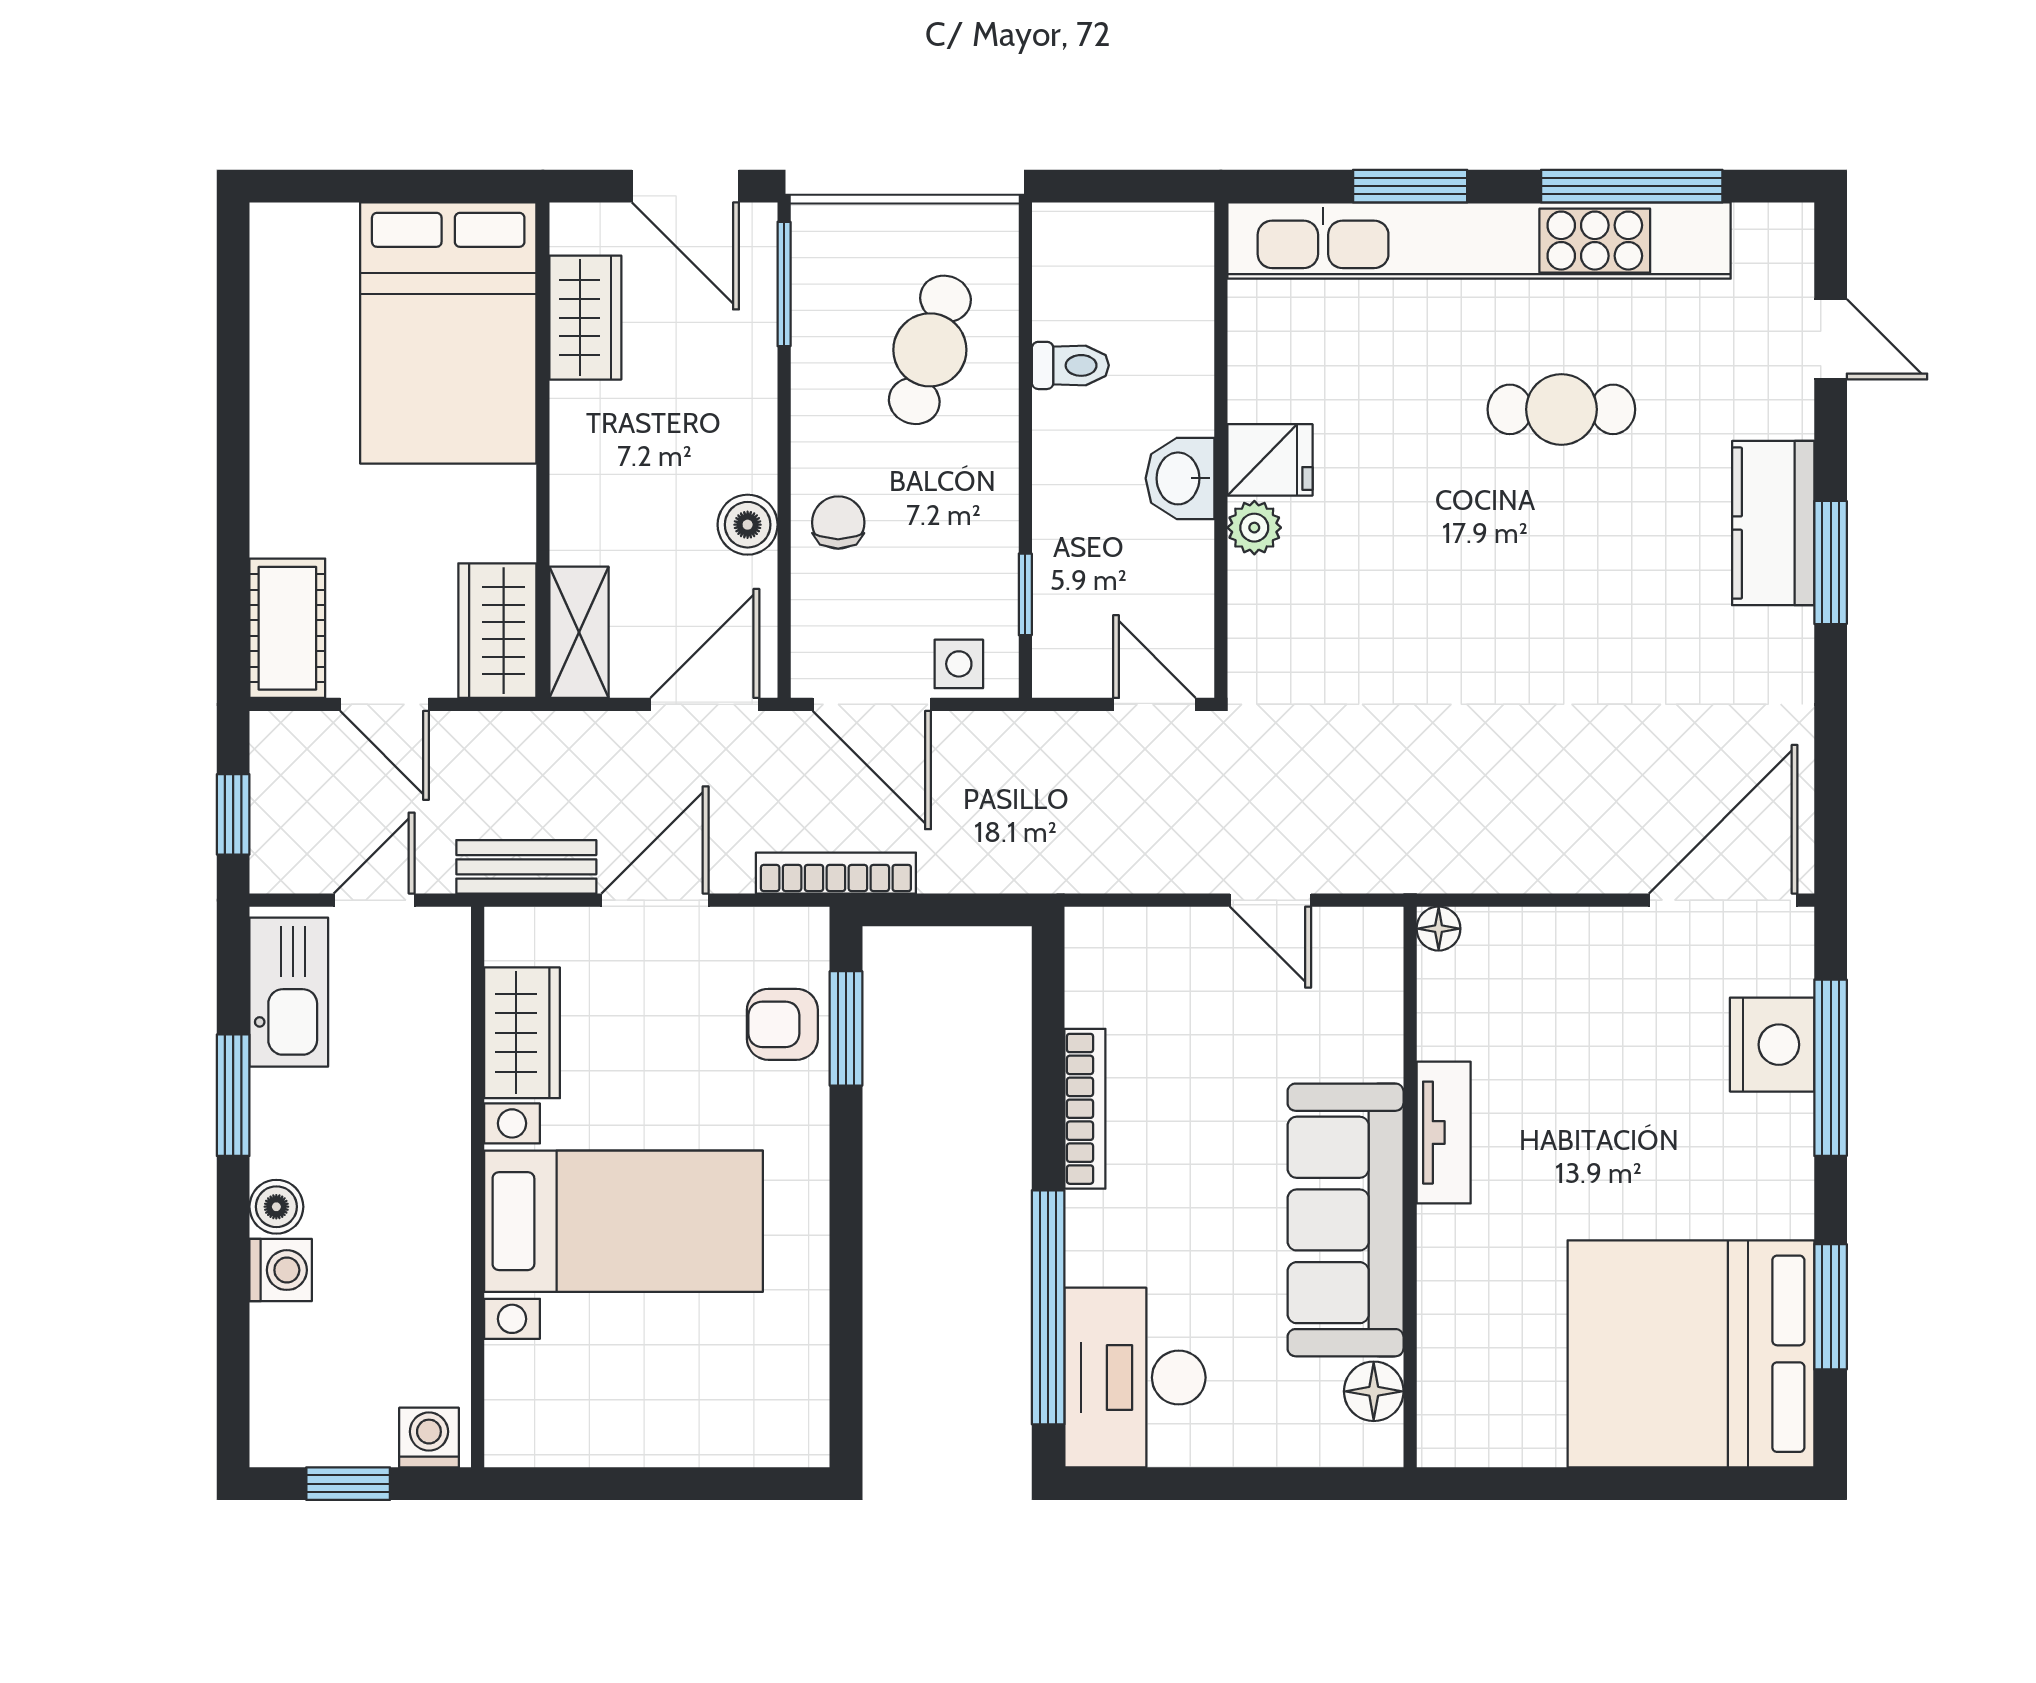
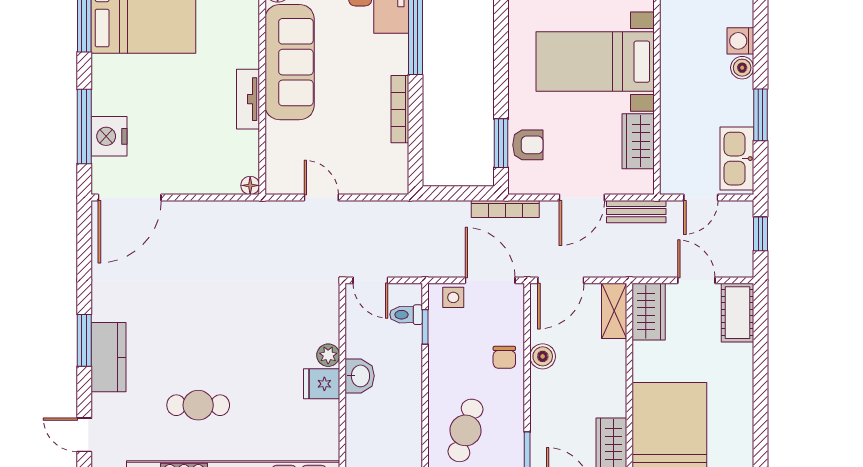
toilet: (1070, 365) -> (406, 315), moved

